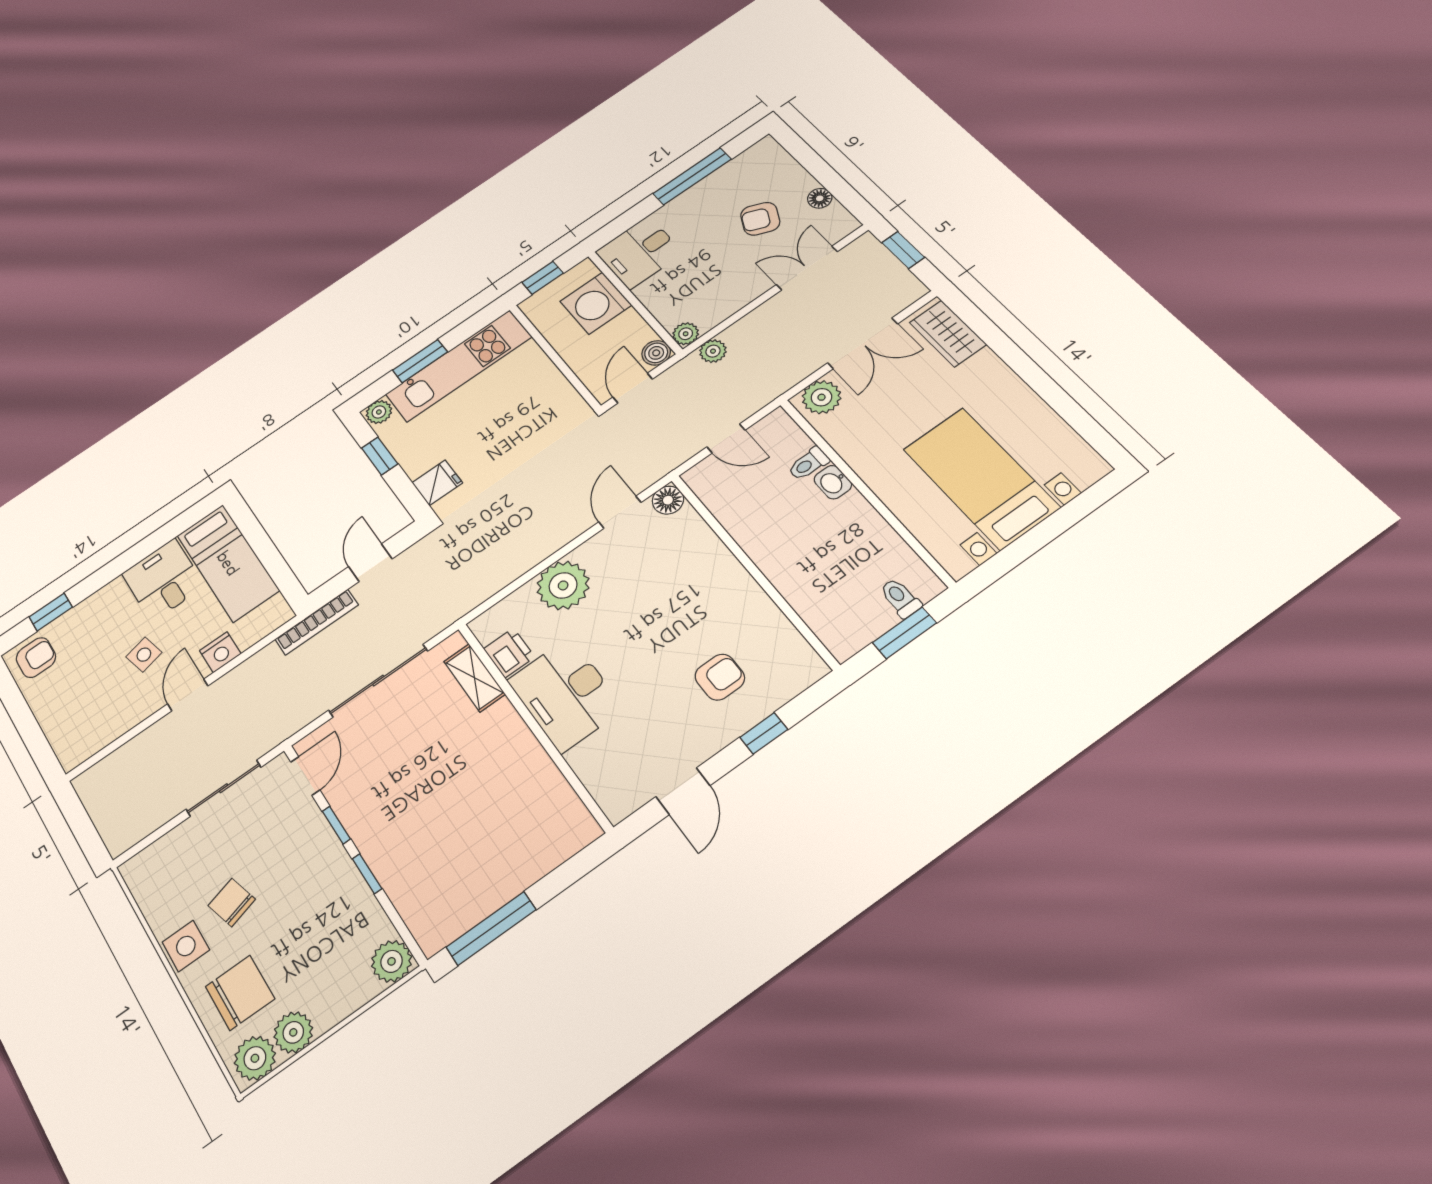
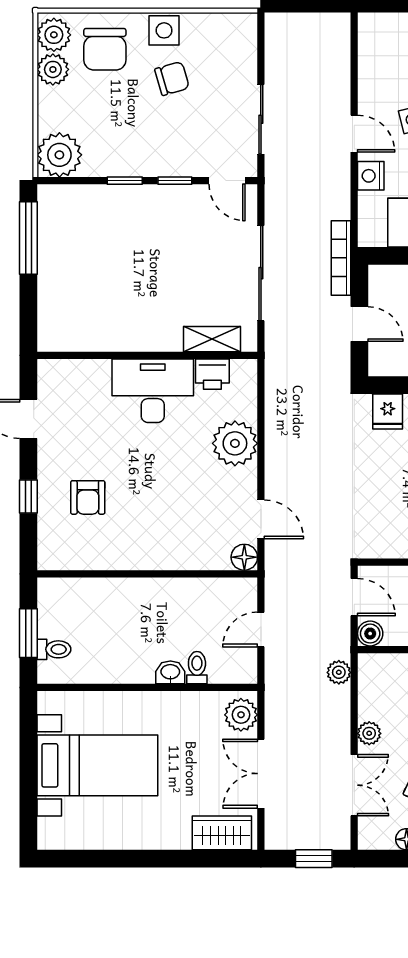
plant: (686, 334) -> (369, 733), moved
plant: (392, 961) -> (59, 155), width x1.36, depth x1.36

